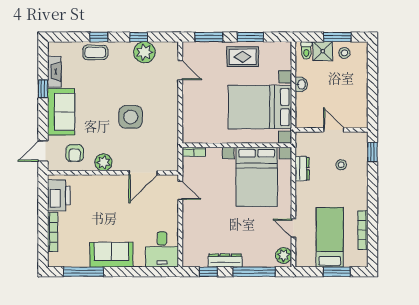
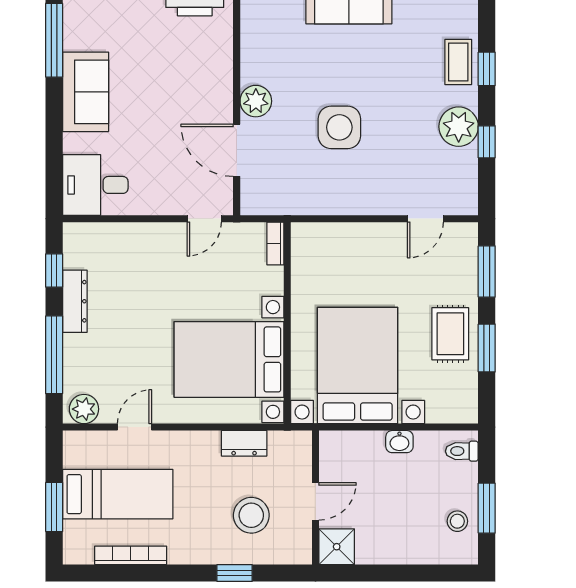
shower: (323, 51) -> (337, 547), moved
plant: (144, 52) -> (459, 127), moved
window: (373, 152) -> (234, 573), moved
armchair: (75, 153) -> (273, 24), removed
plant: (104, 162) -> (256, 101), moved
stool: (341, 165) -> (251, 515), width x1.89, depth x1.89

